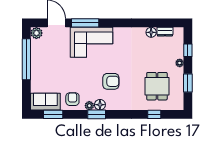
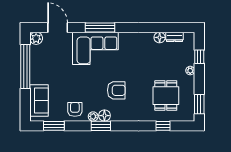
window: (85, 23) -> (100, 27), moved
window: (188, 83) -> (199, 104), moved
sofa: (45, 102) -> (39, 100), moved, turned 90

